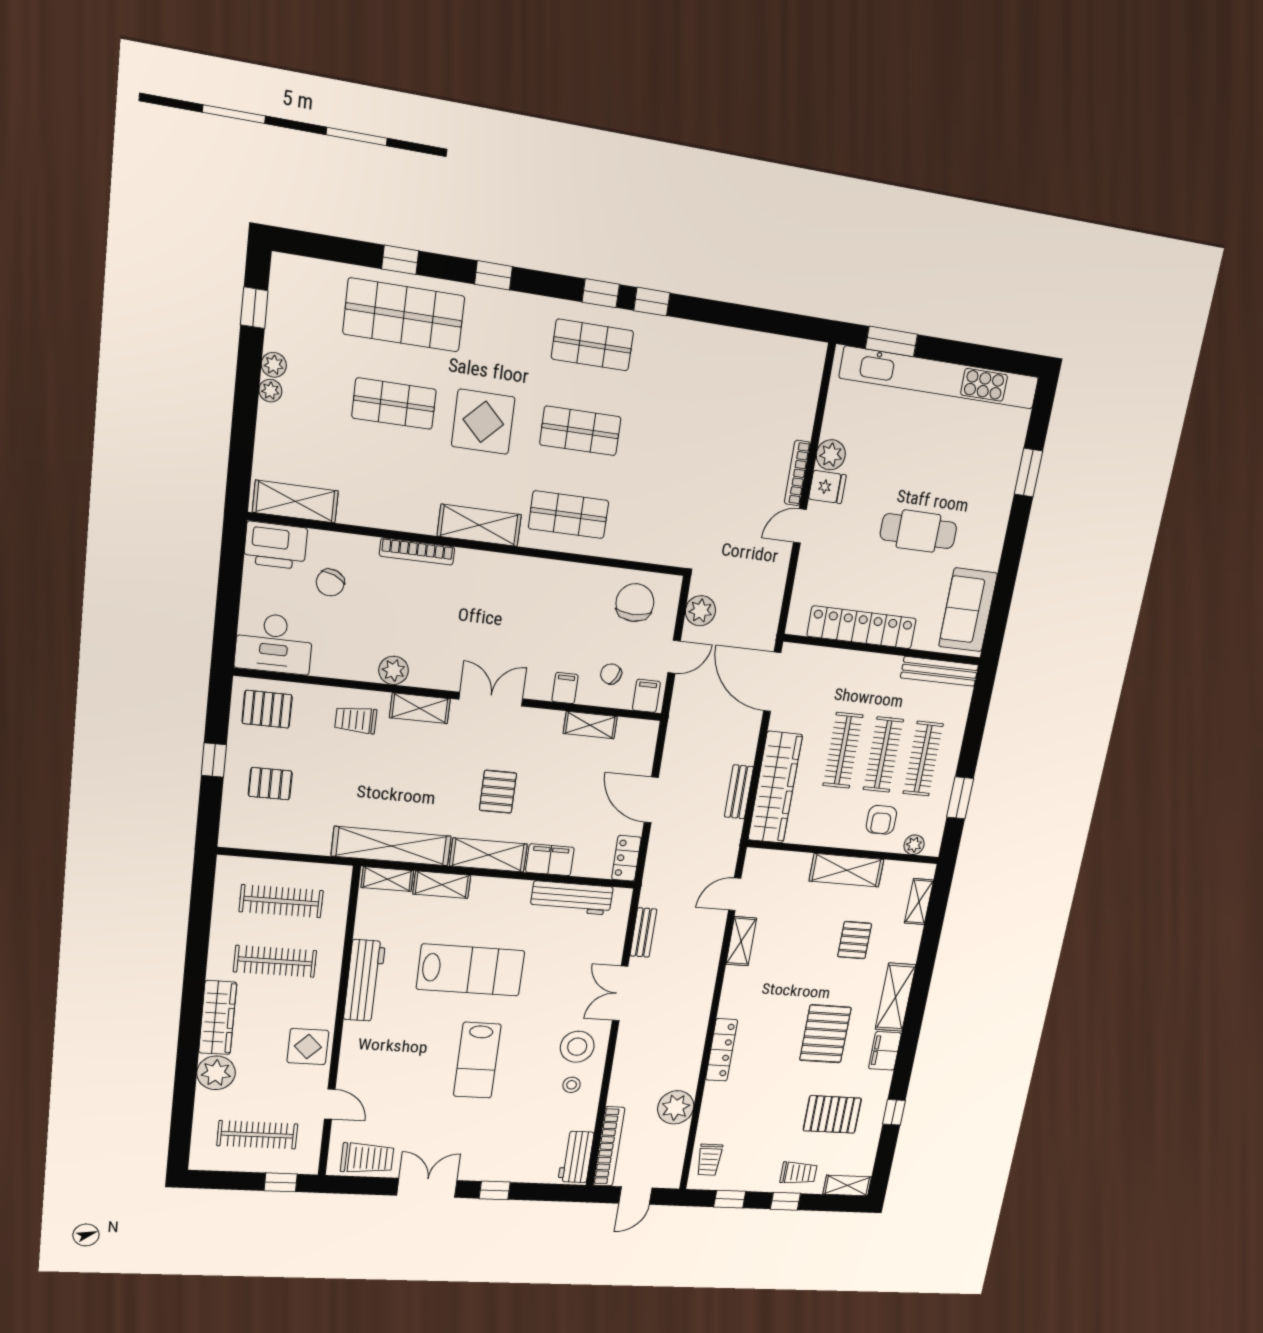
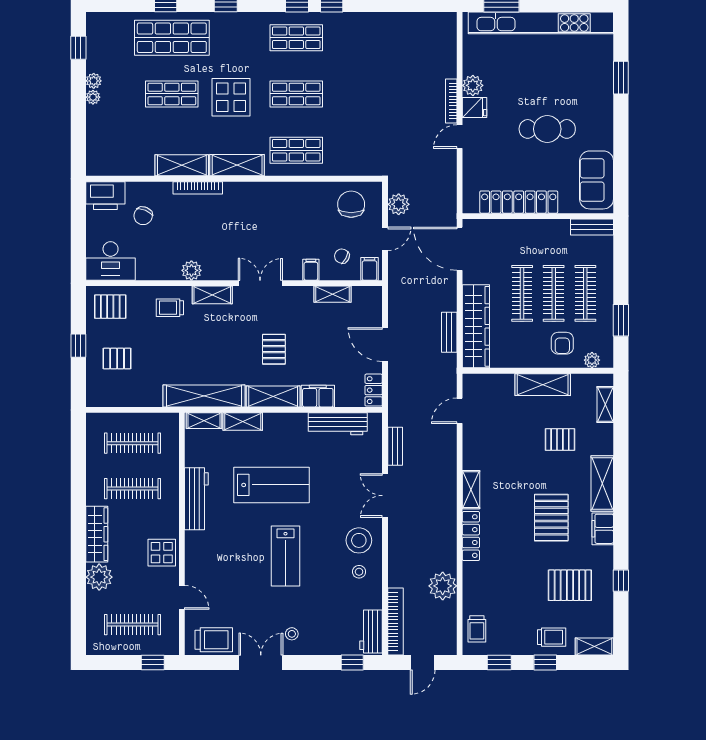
shelving: (295, 502) -> (182, 165), moved
bench: (939, 671) -> (592, 227), width x0.73
pallet: (855, 940) -> (560, 440), turned 90
shelving: (741, 941) -> (471, 490), moved
stool: (473, 1155) -> (292, 634), added
window: (495, 1190) -> (352, 662), moved

